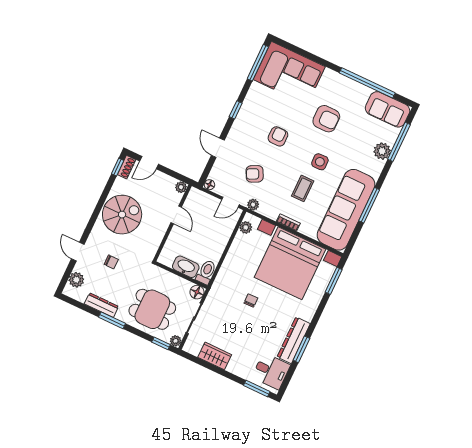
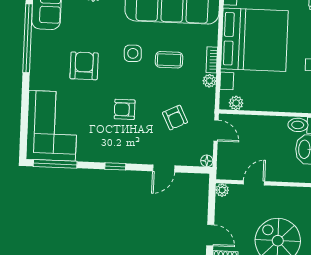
plant: (253, 205) -> (209, 81), moved

